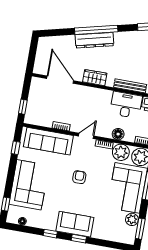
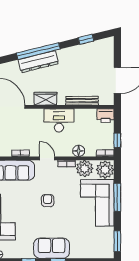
desk: (126, 105) -> (59, 120), moved
door: (86, 136) -> (47, 158), hinge flipped
plant: (132, 219) -> (108, 233), removed

